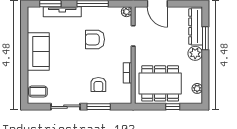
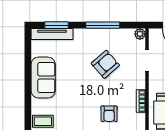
tv unit: (62, 12) -> (52, 34), moved
armchair: (95, 39) -> (105, 64), turned 139

